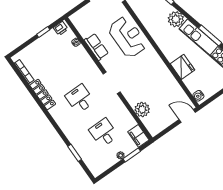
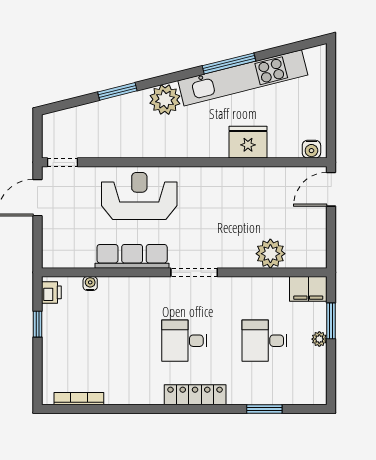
row of seats: (96, 47) -> (132, 256), width x1.48
locker: (43, 95) -> (195, 395), moved

